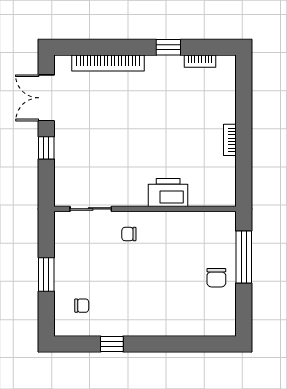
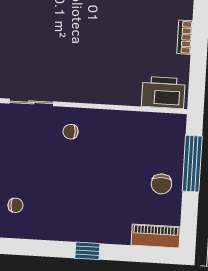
printer: (168, 193) -> (163, 93), moved
piano: (214, 326) -> (156, 236), added
window: (112, 344) -> (87, 251), moved

